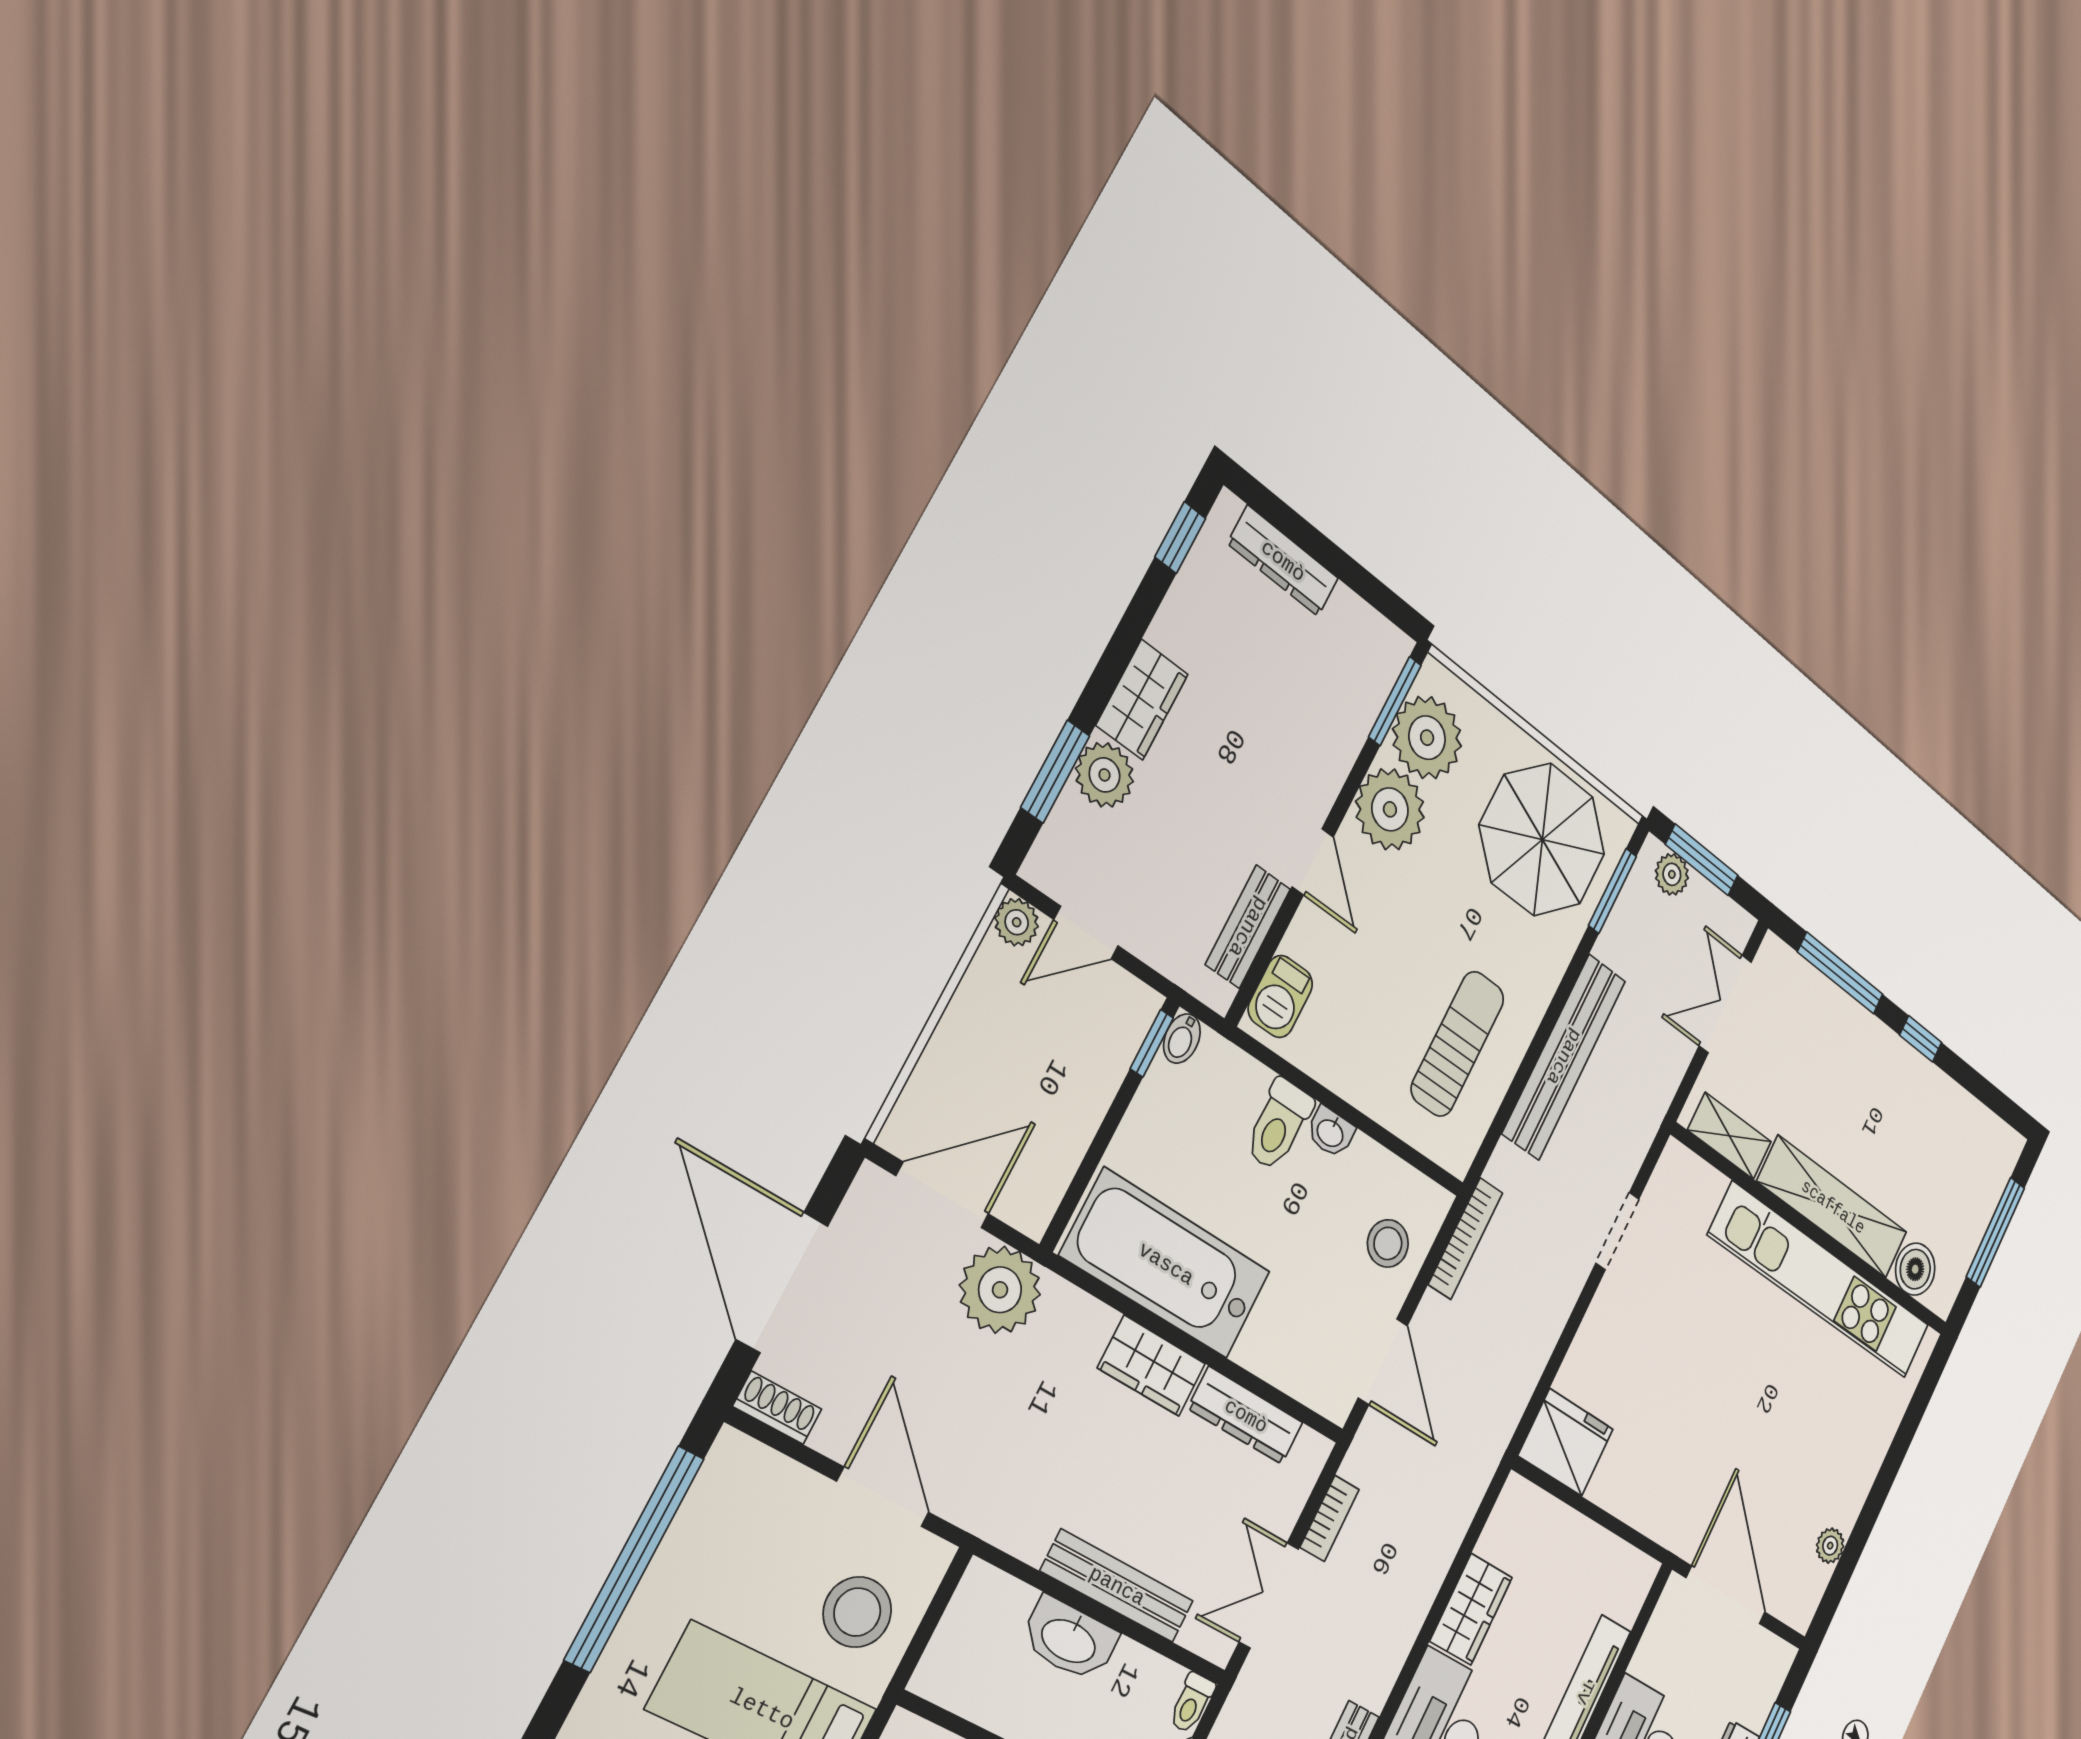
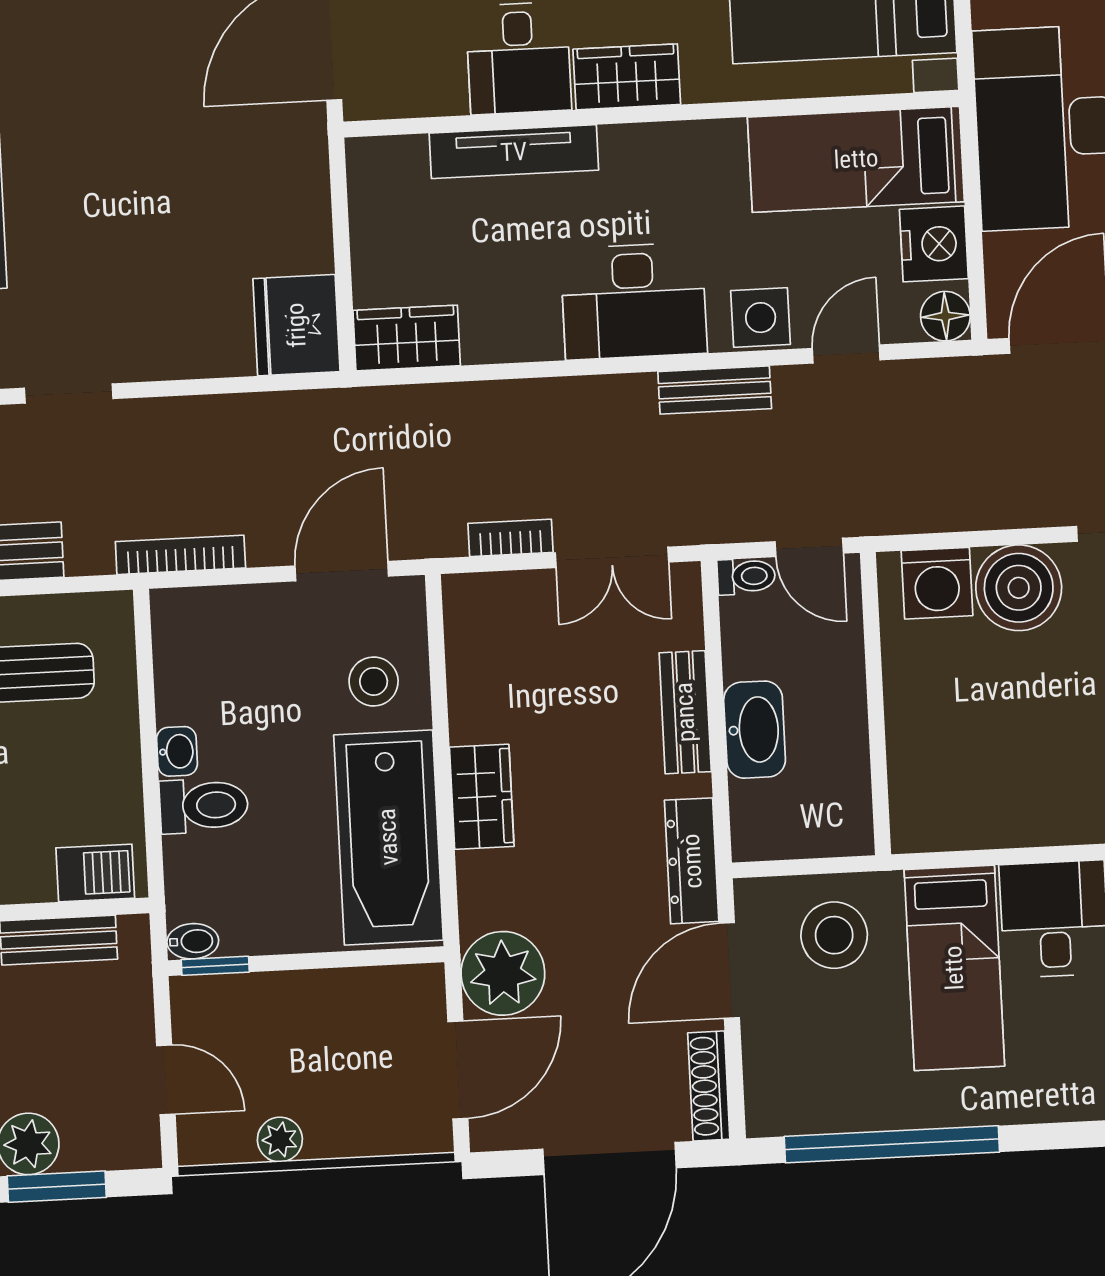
plant: (1017, 922) -> (280, 1140), moved
door: (943, 1195) -> (458, 1070), swing flipped
stool: (1388, 1243) -> (374, 681), moved
shoe rack: (777, 1408) -> (709, 1086), width x1.43
dresser: (1246, 1416) -> (692, 861), moved, turned 180
bench: (1117, 1586) -> (685, 712), width x0.73
wardrobe: (1471, 1609) -> (407, 338), moved

